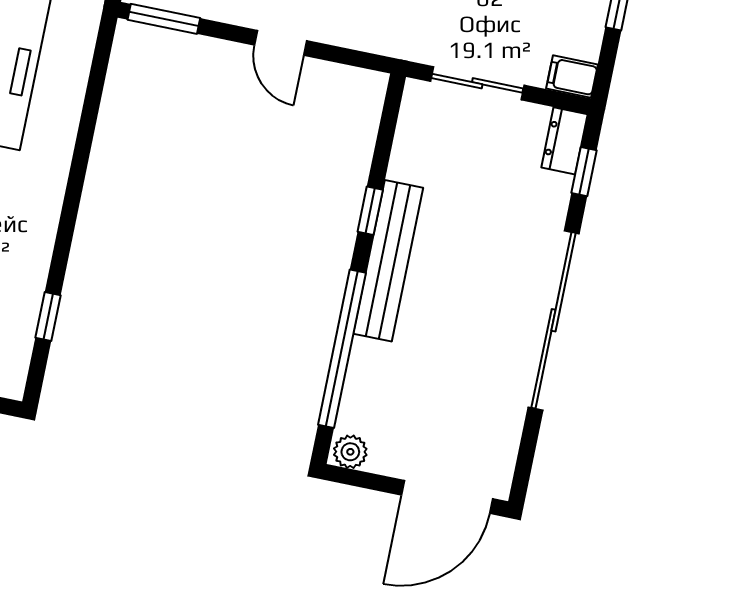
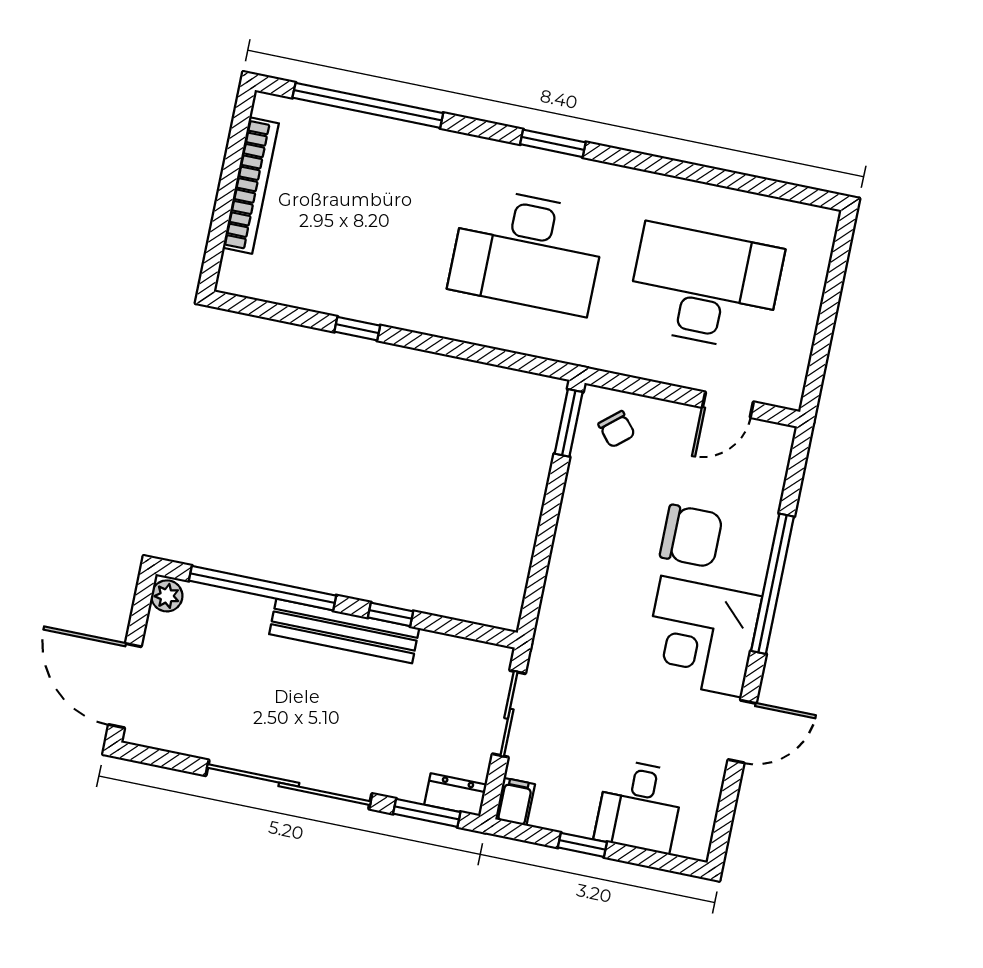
door: (280, 43) -> (546, 531), removed
window: (584, 172) -> (427, 813), width x1.50
window: (48, 316) -> (357, 329), moved

